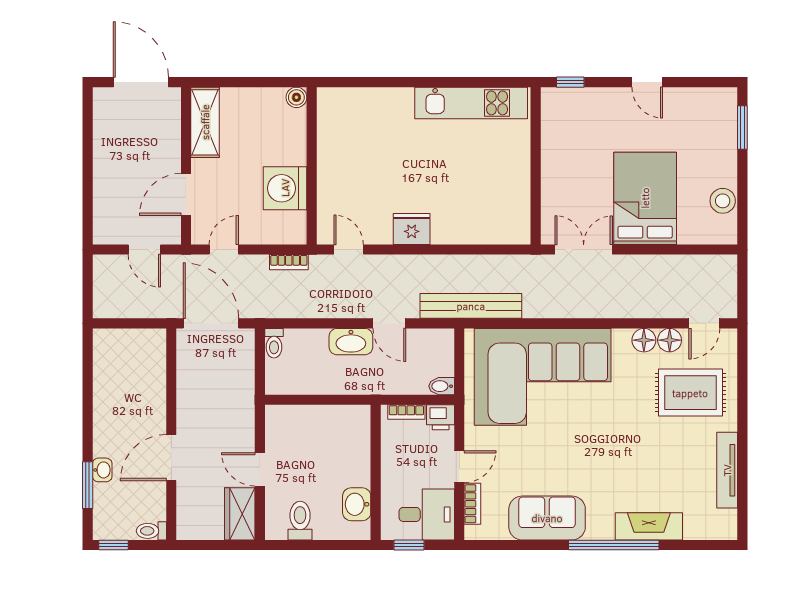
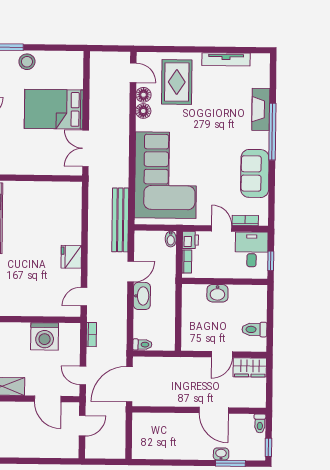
stool: (723, 201) -> (27, 62), moved
washbasin: (357, 504) -> (217, 293), moved

